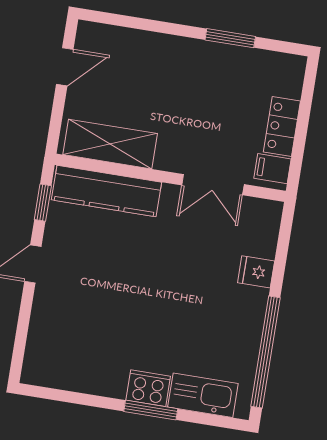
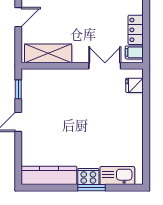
double door: (213, 185) -> (105, 66), swing flipped
kitchen counter: (107, 191) -> (49, 175), moved, turned 180
fridge: (256, 272) -> (134, 85), moved
window: (266, 352) -> (146, 148), removed

